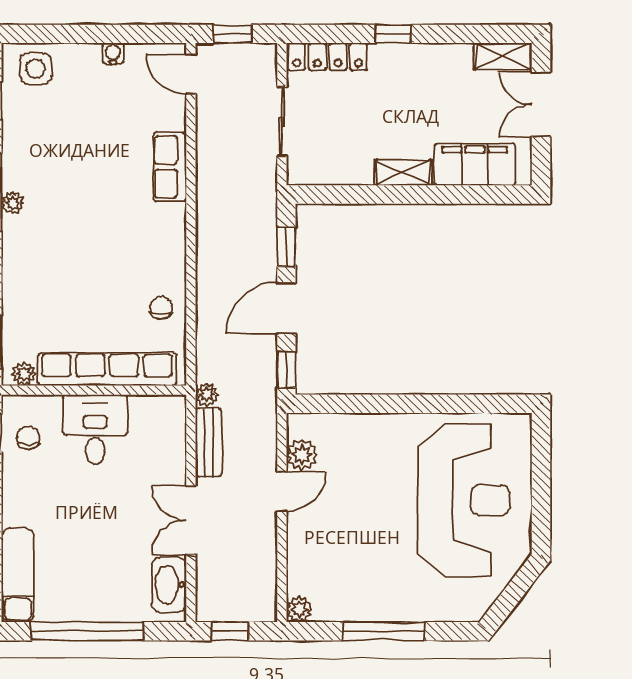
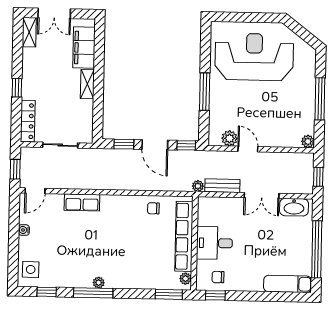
window: (393, 404) -> (205, 92), added

